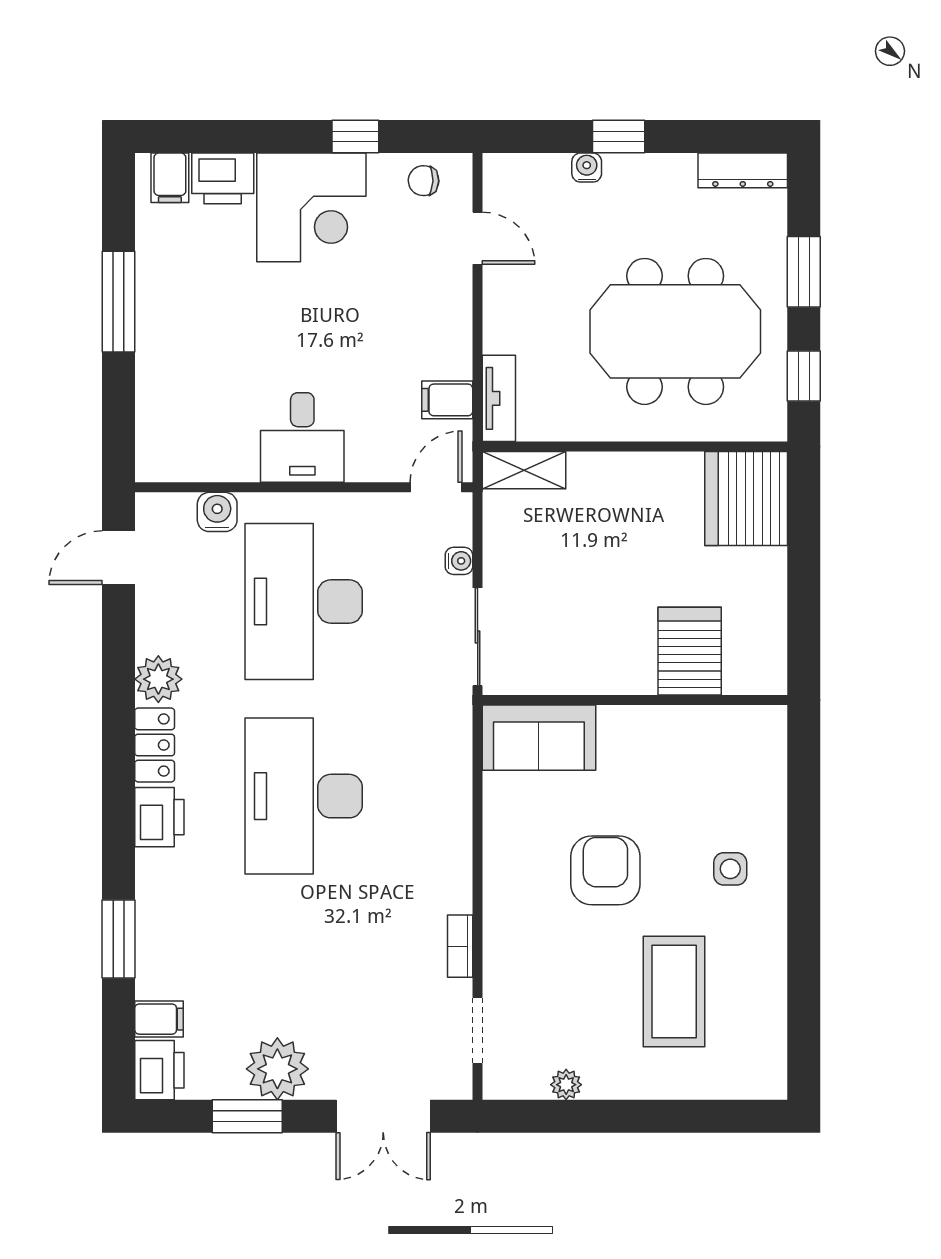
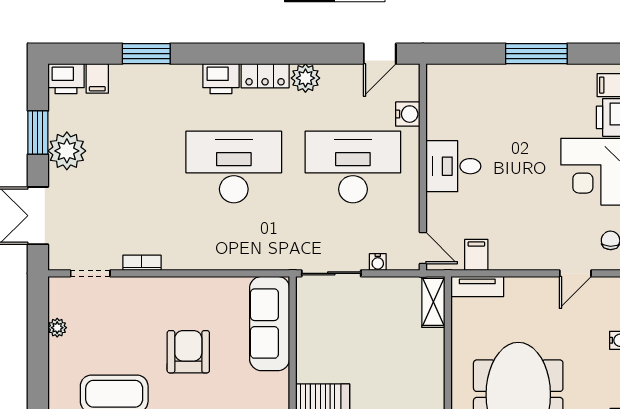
door: (118, 558) -> (380, 54), swing flipped
sofa: (539, 738) -> (270, 324), width x1.36
armchair: (605, 870) -> (188, 352), turned -90

